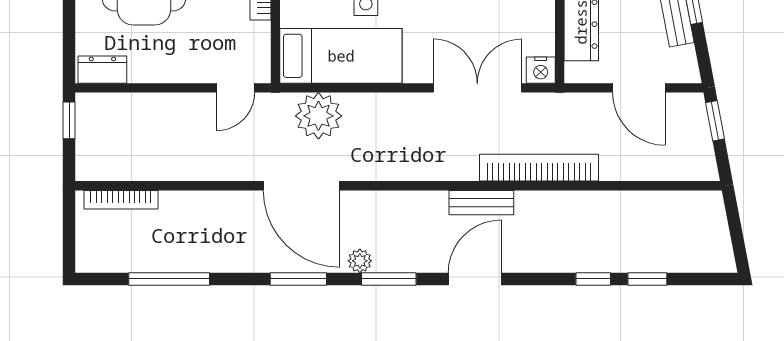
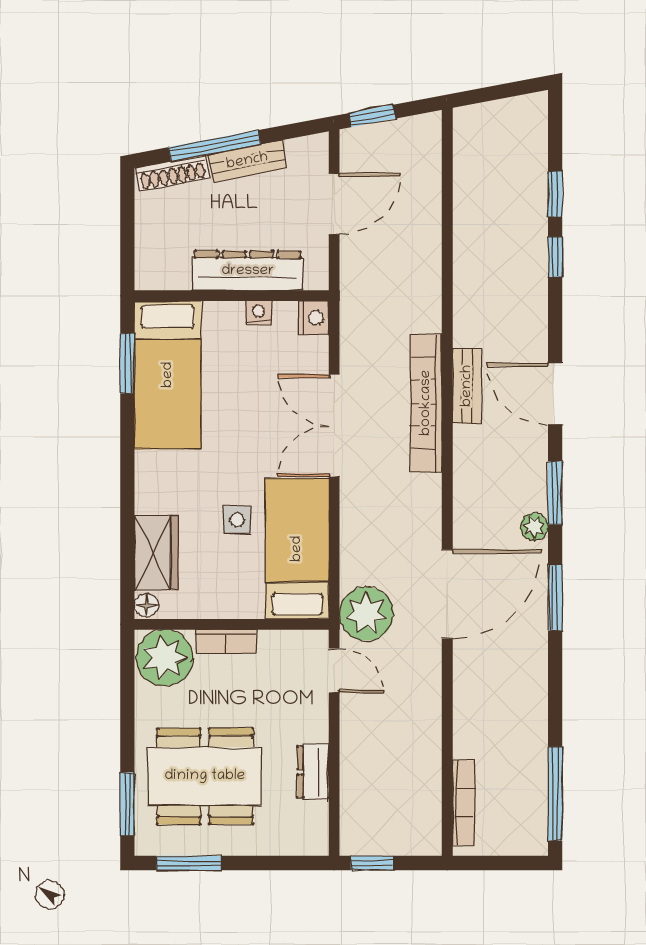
nightstand: (545, 23) -> (259, 313), added
dresser: (102, 70) -> (313, 772), moved
double door: (477, 88) -> (334, 426), moved
plant: (318, 116) -> (366, 614), moved
bookcase: (539, 168) -> (426, 403), moved
window: (169, 279) -> (555, 794), moved

